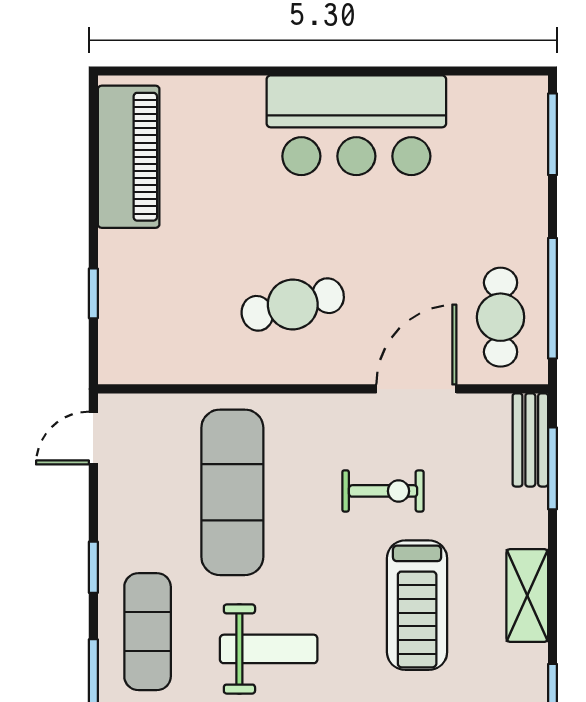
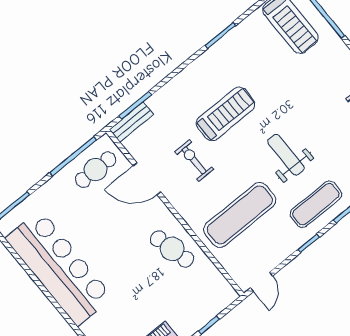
bar counter: (356, 125) -> (59, 268), width x1.36
cafe table: (293, 304) -> (172, 249), moved
door: (93, 438) -> (262, 282), hinge flipped
shelving: (527, 596) -> (189, 77), removed

